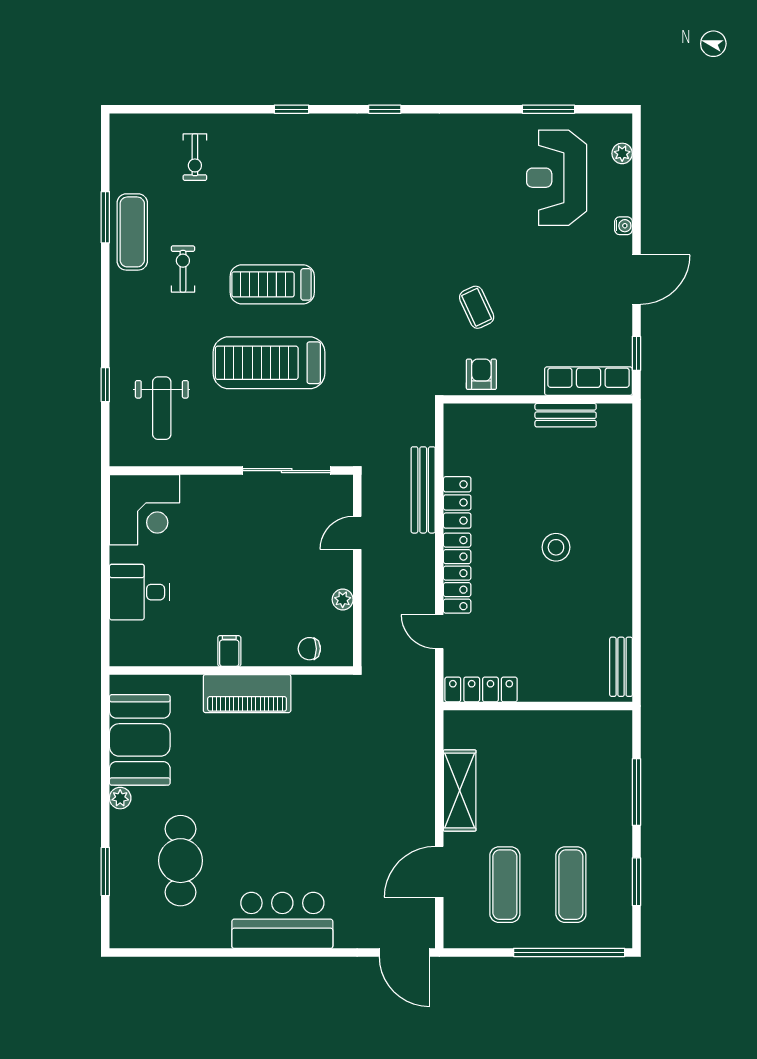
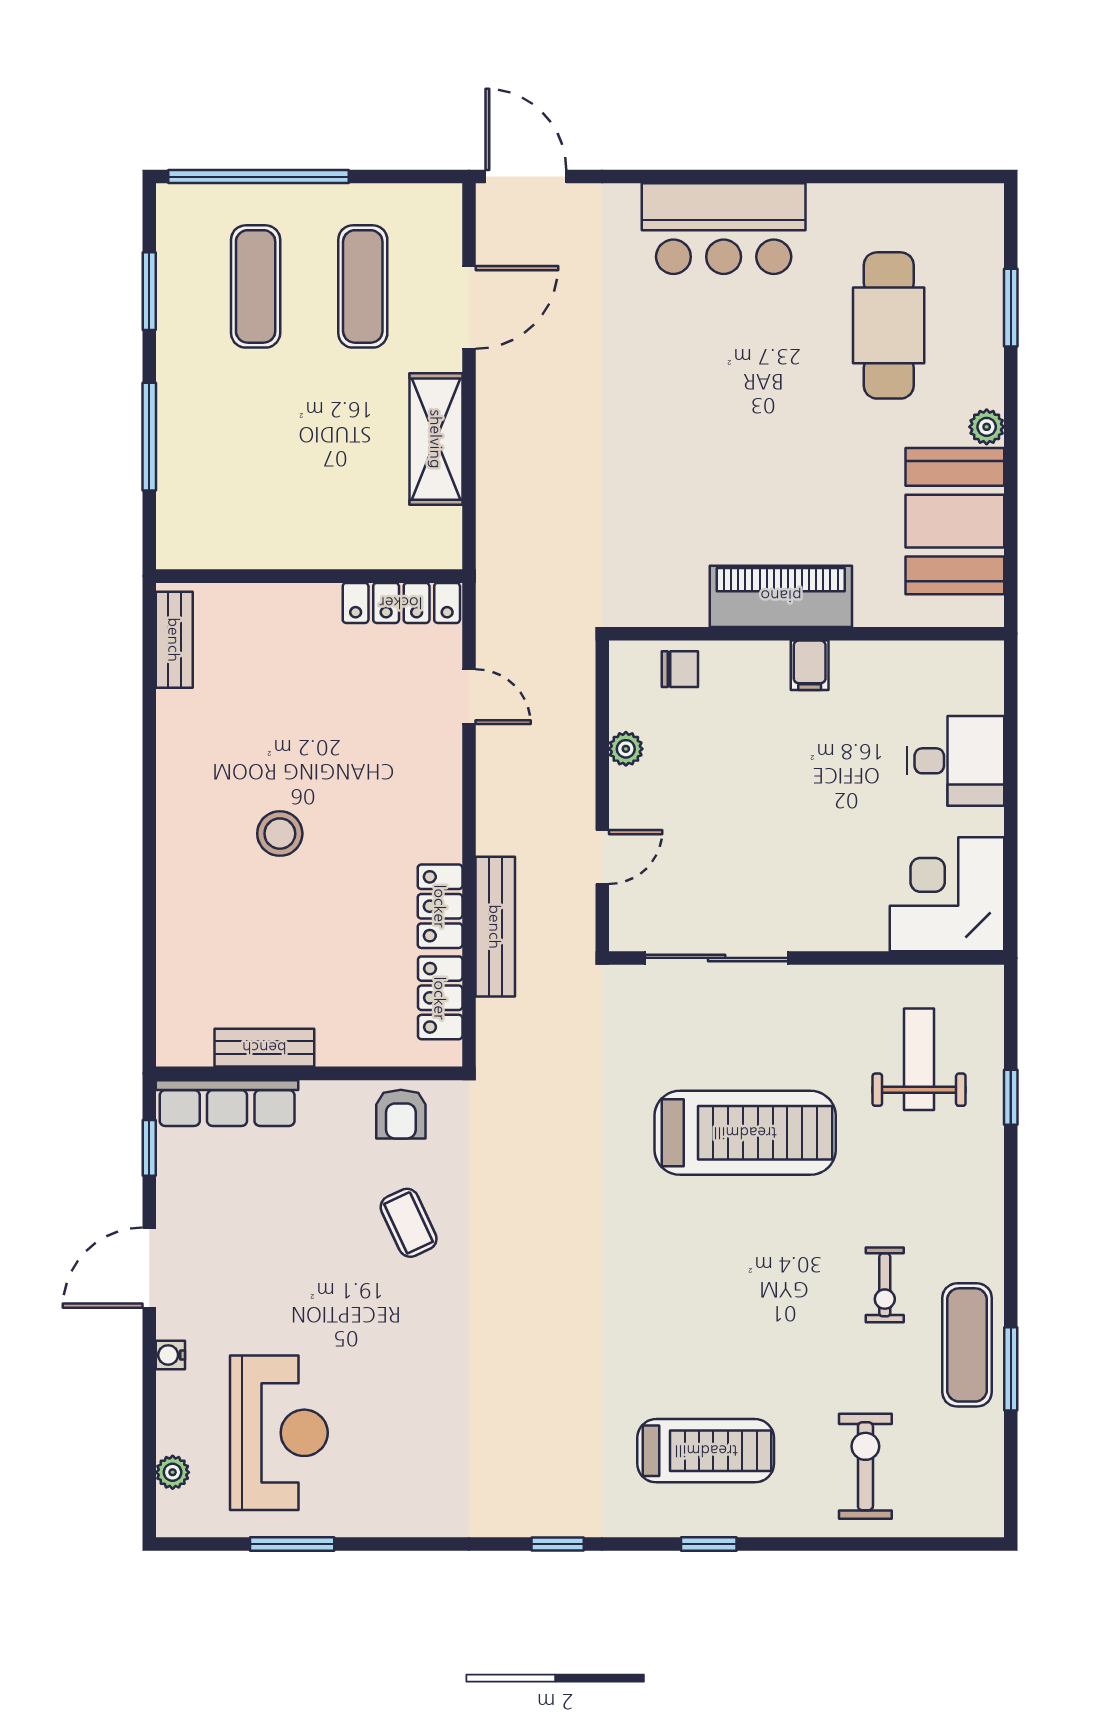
exercise bike: (195, 157) -> (865, 1466), width x1.38, depth x1.39
treadmill: (272, 284) -> (706, 1451), moved
locker: (457, 573) -> (440, 998), moved, width x0.66

